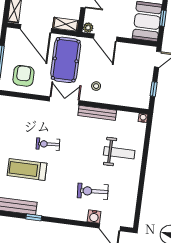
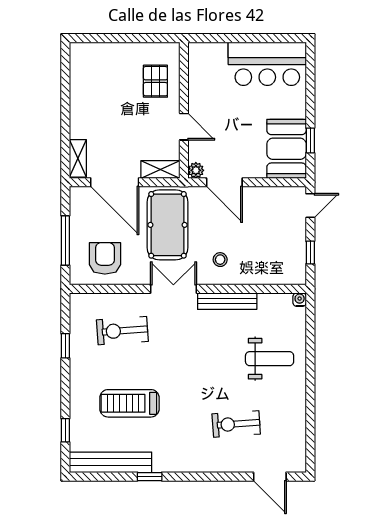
exercise bike: (48, 144) -> (122, 331), moved, width x1.38, depth x1.39
water cooler: (94, 217) -> (243, 463), removed

